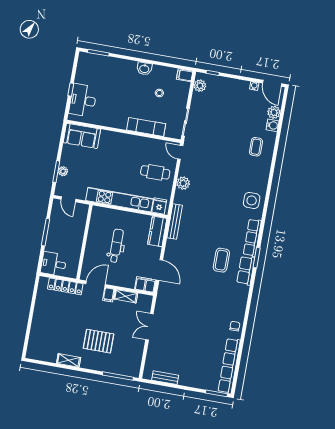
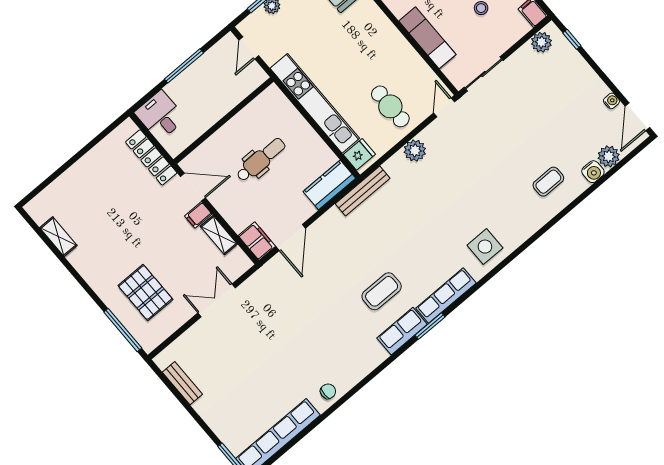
pallet: (99, 341) -> (145, 293), moved
shelving: (69, 360) -> (58, 237), moved

